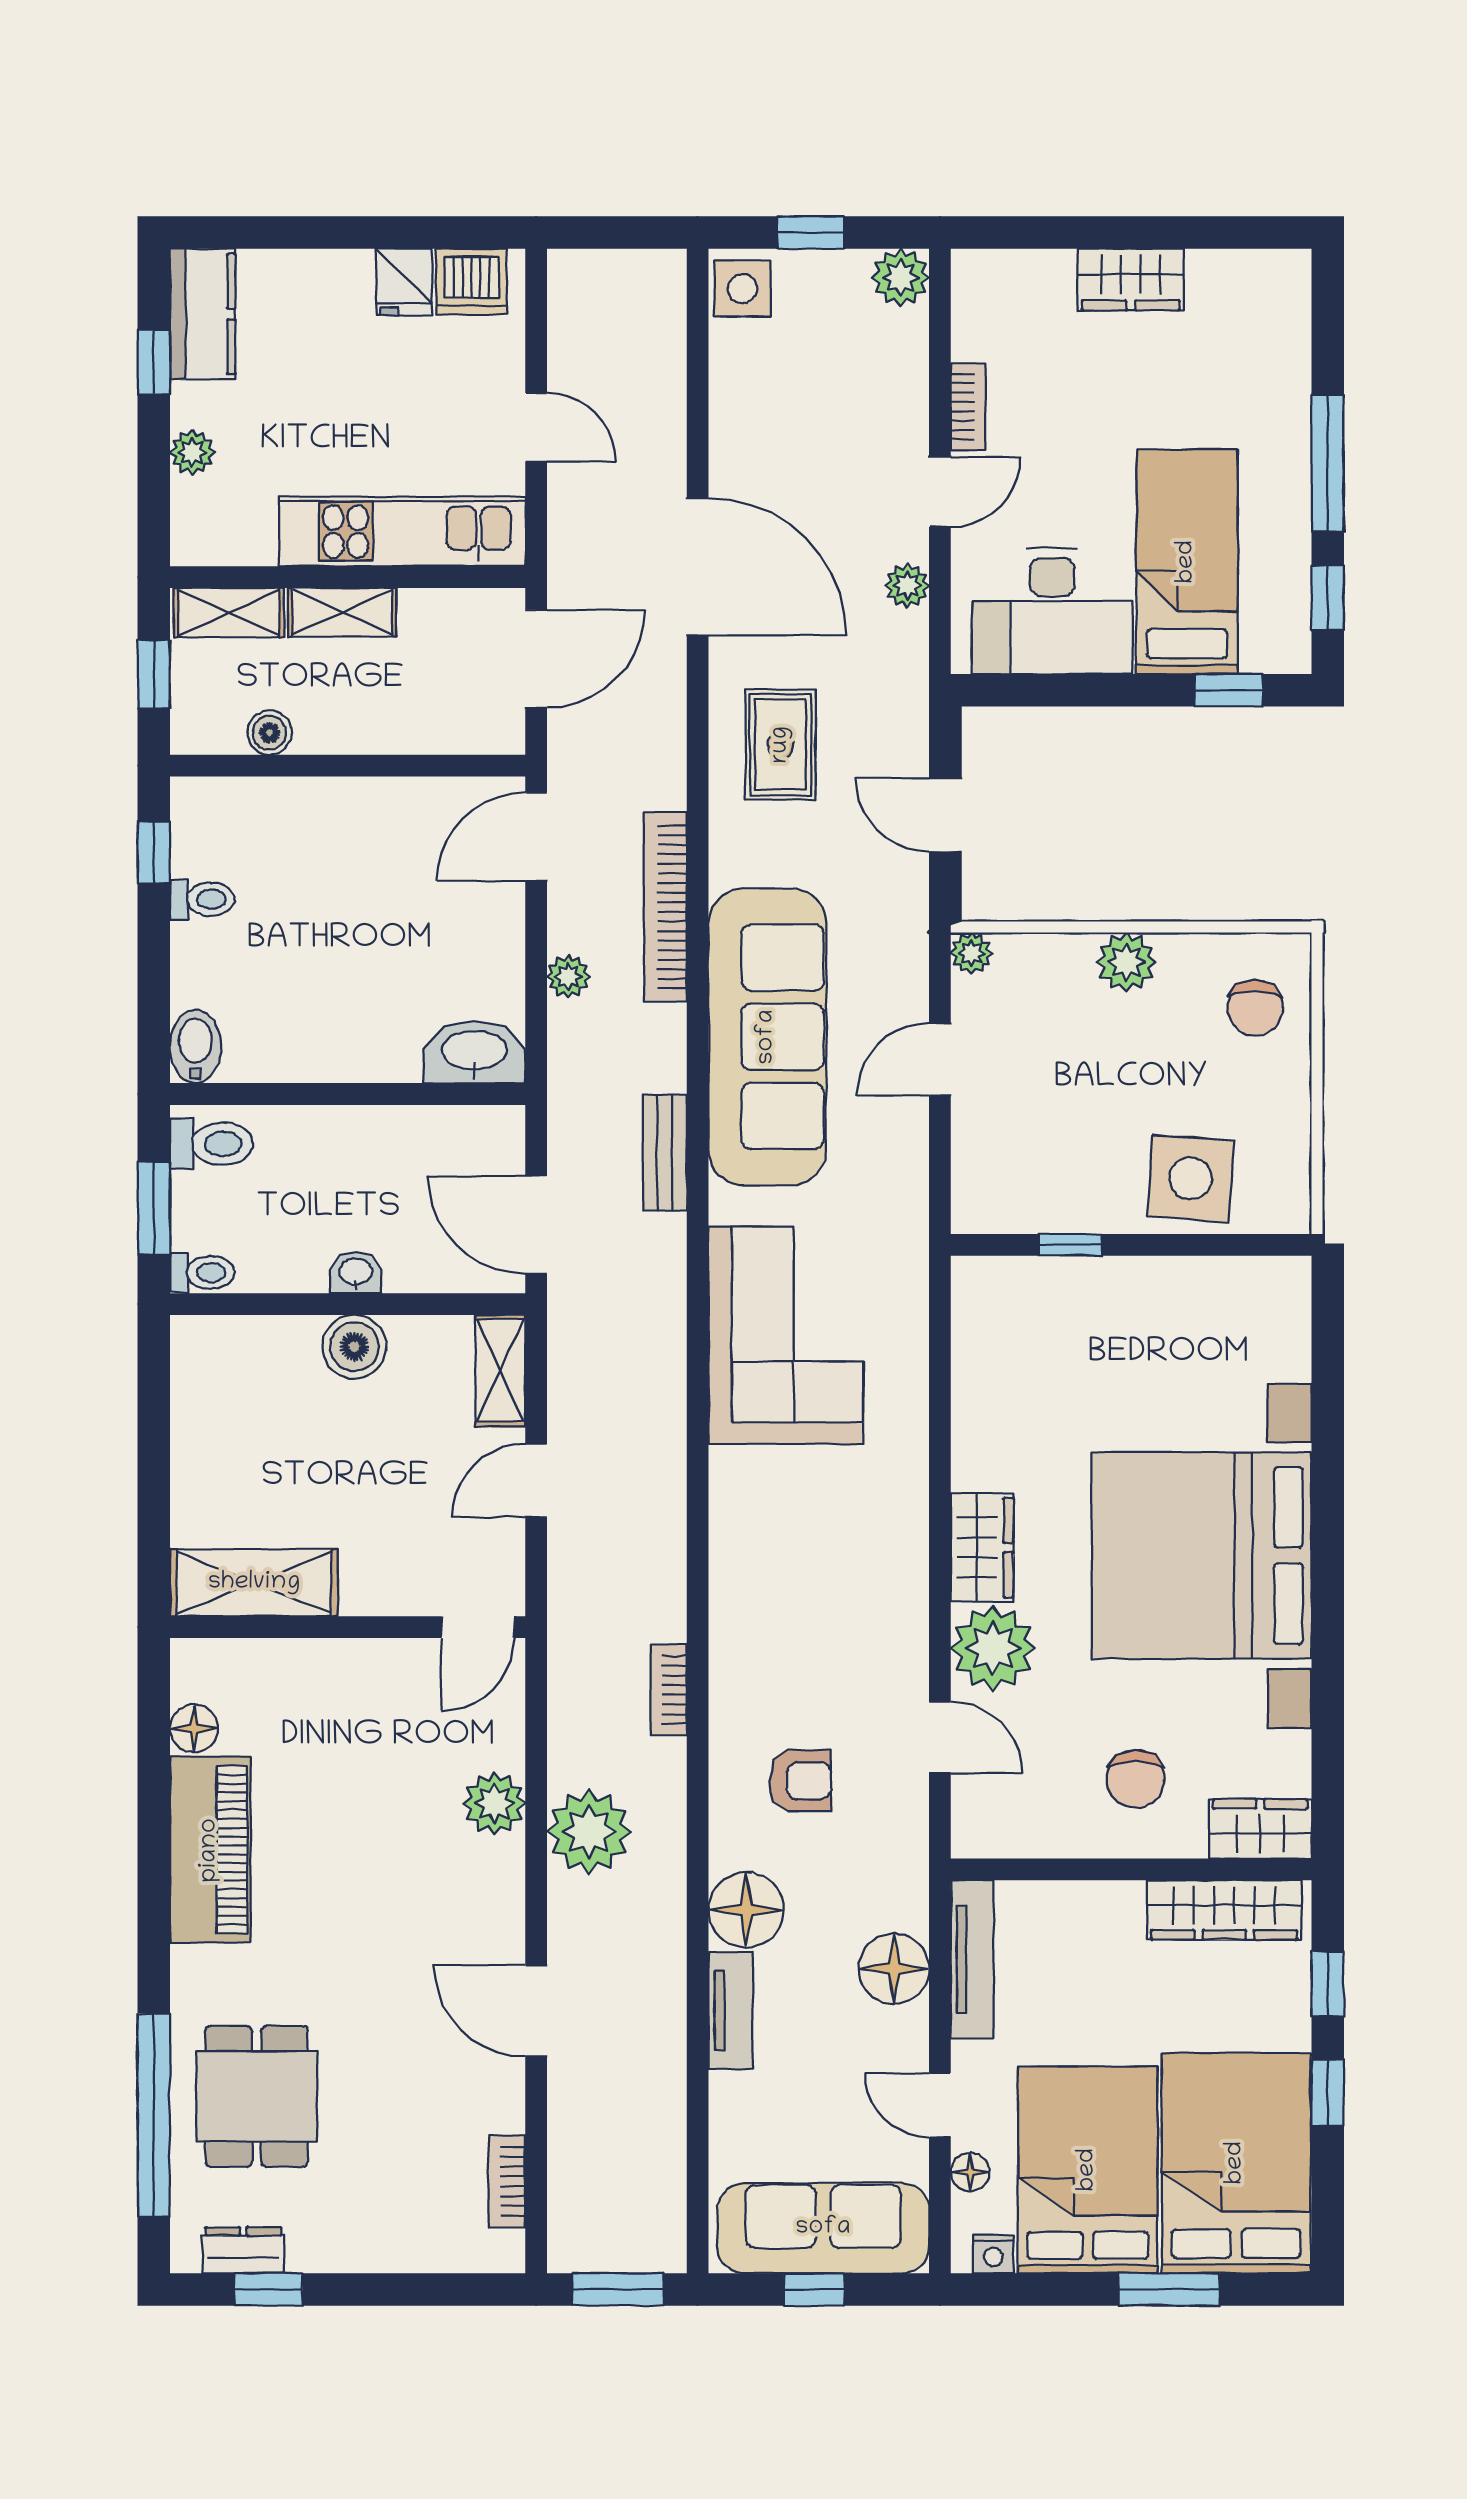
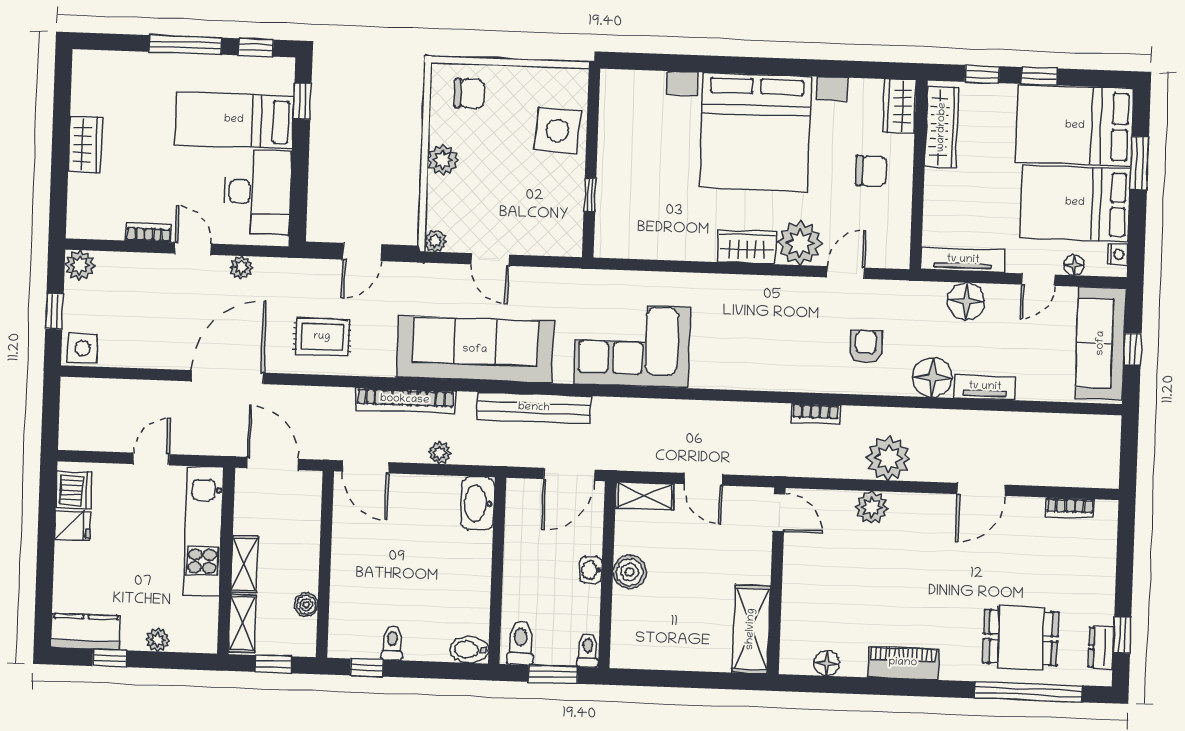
bench: (665, 1153) -> (534, 408), width x1.86, depth x1.21
piano: (210, 1850) -> (903, 663), width x0.73, depth x0.75
window: (618, 2289) -> (1129, 452), removed

